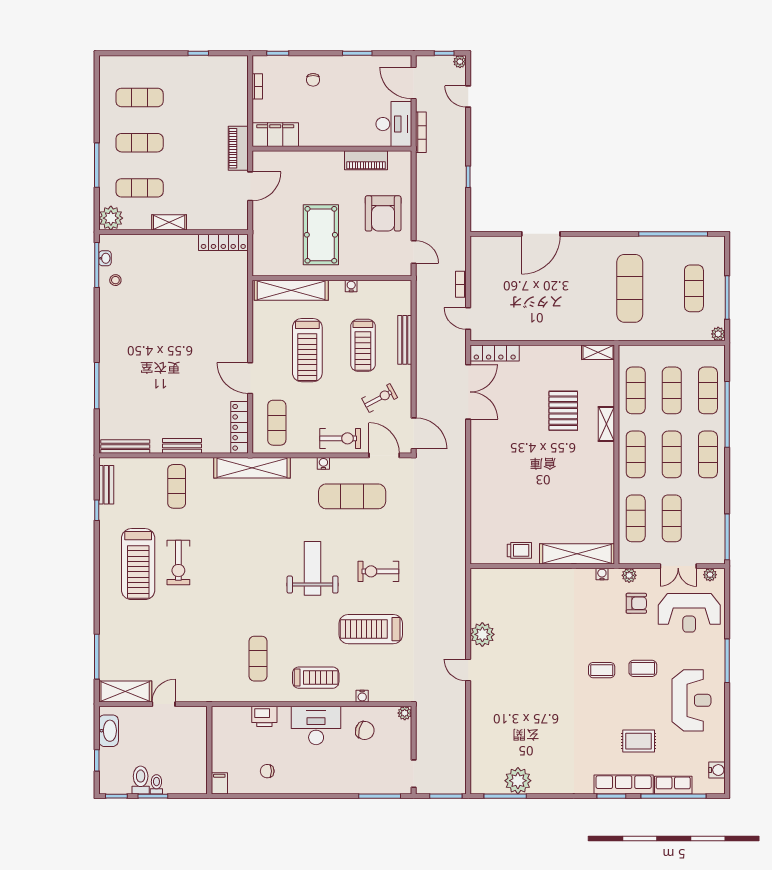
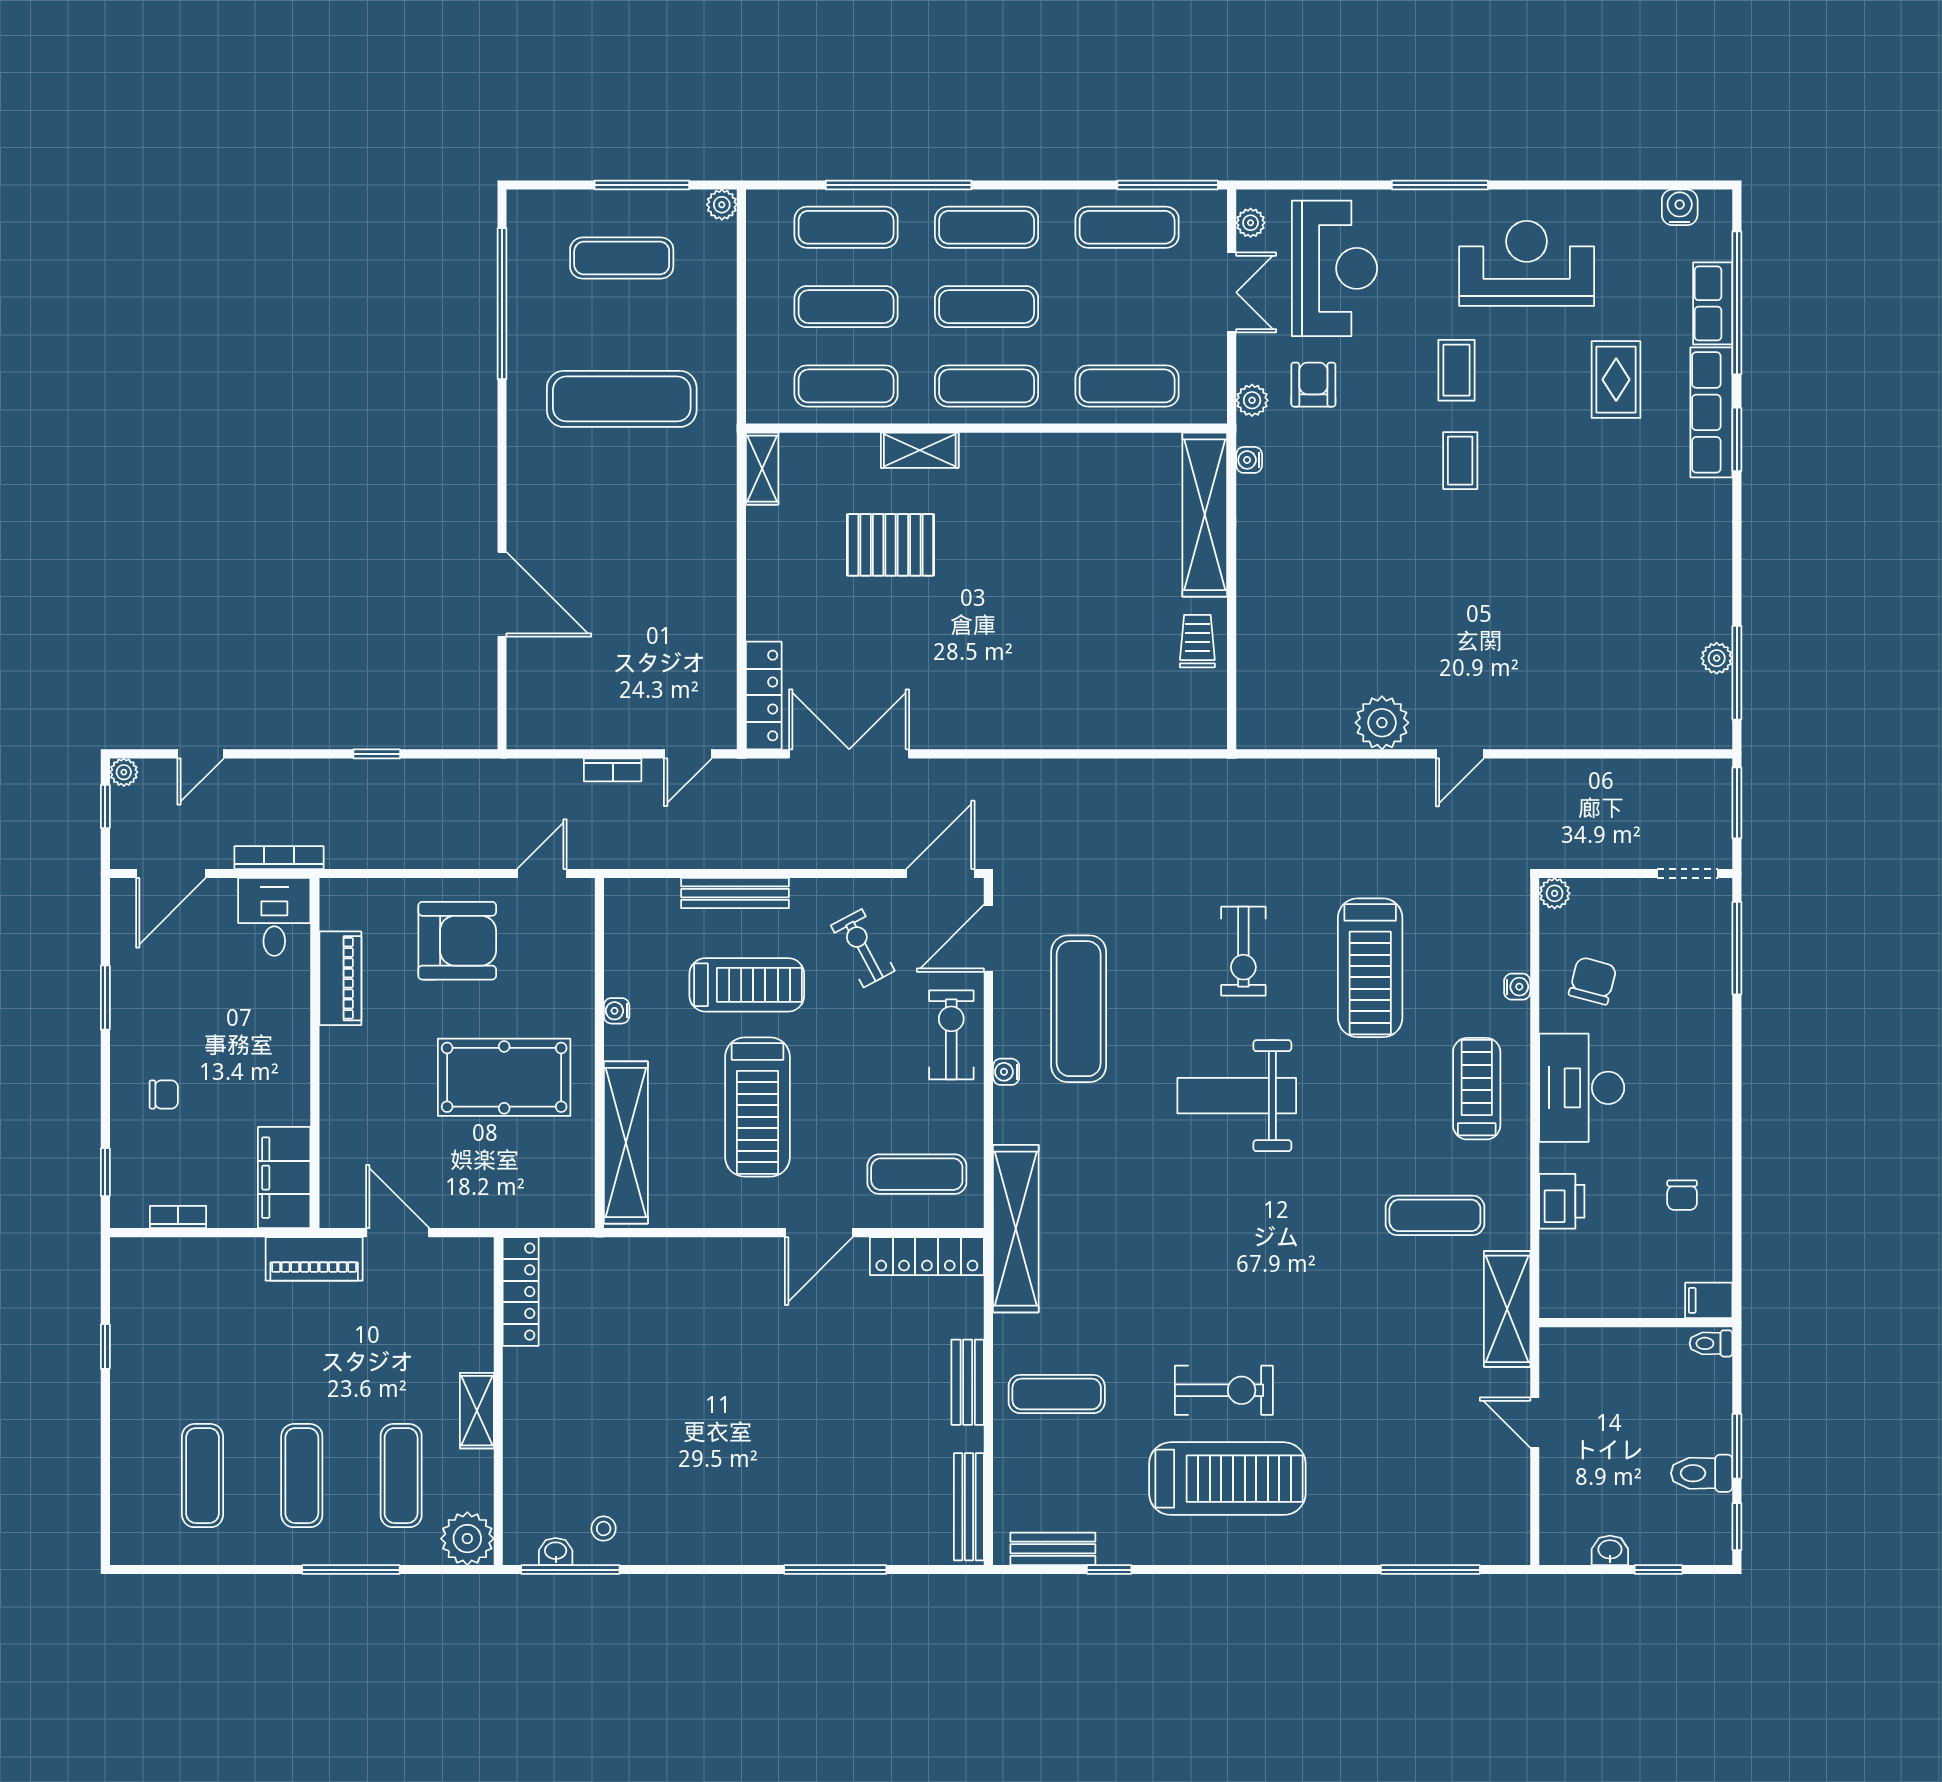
desk: (394, 124) -> (274, 917), width x0.73
treadmill: (307, 350) -> (757, 1107), turned 90
exercise mat: (672, 518) -> (1127, 227), moved
shelving: (125, 691) -> (1507, 1309), moved
washbasin: (109, 731) -> (1610, 1550), width x0.52, depth x0.69
plant: (518, 781) -> (1717, 658), width x0.53, depth x0.53
toilet: (156, 784) -> (1711, 1343), moved

